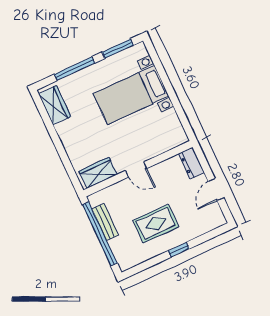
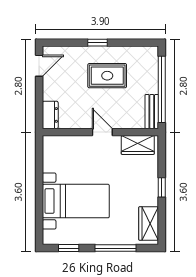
window: (118, 49) -> (69, 248), width x0.67
window: (58, 144) -> (162, 187), added
door: (216, 190) -> (39, 66), moved
bench: (105, 222) -> (152, 112), moved

